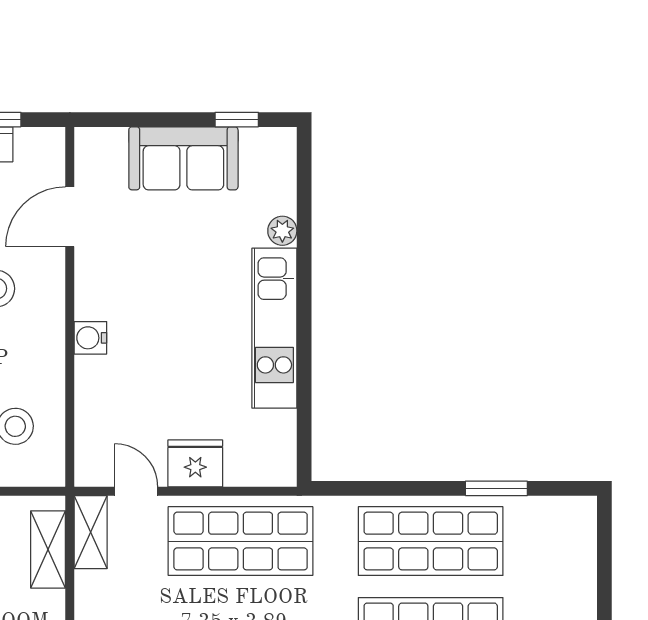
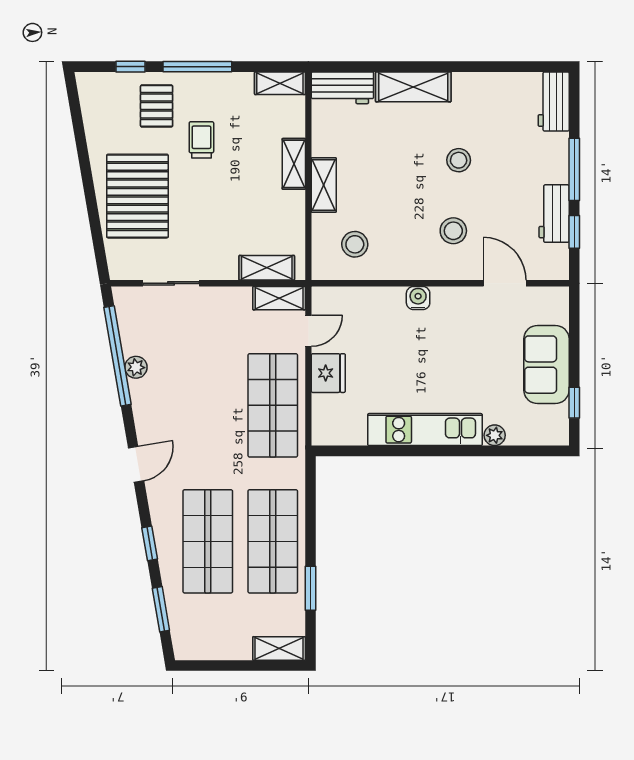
shelving: (581, 532) -> (279, 649), added

